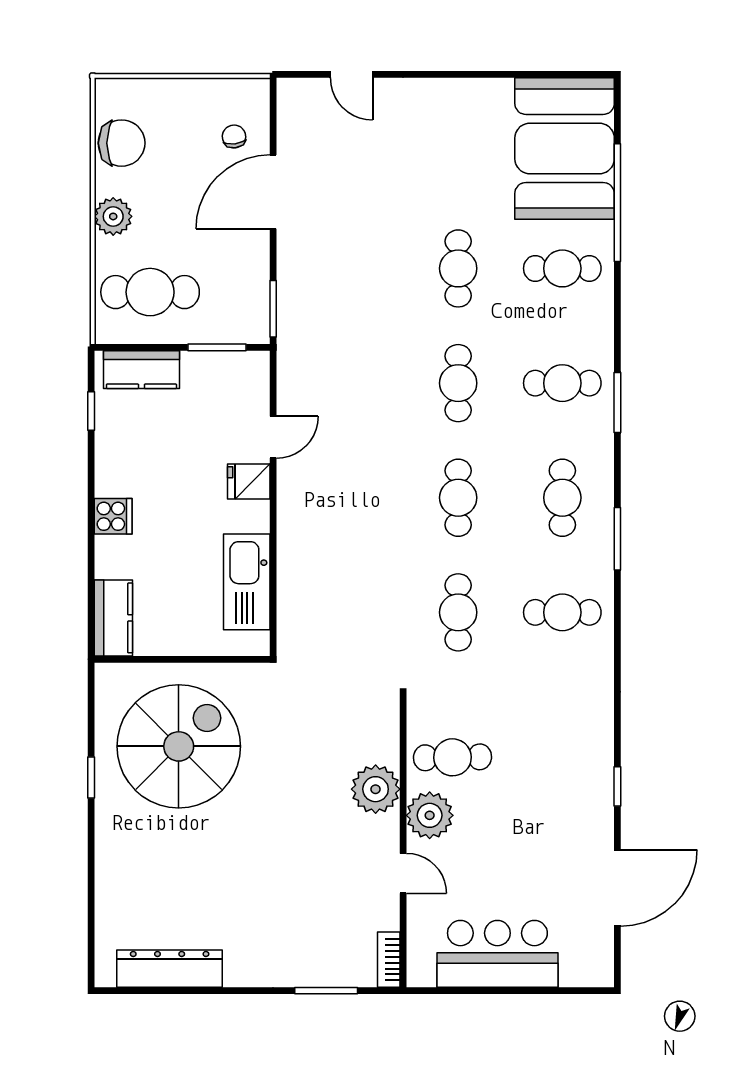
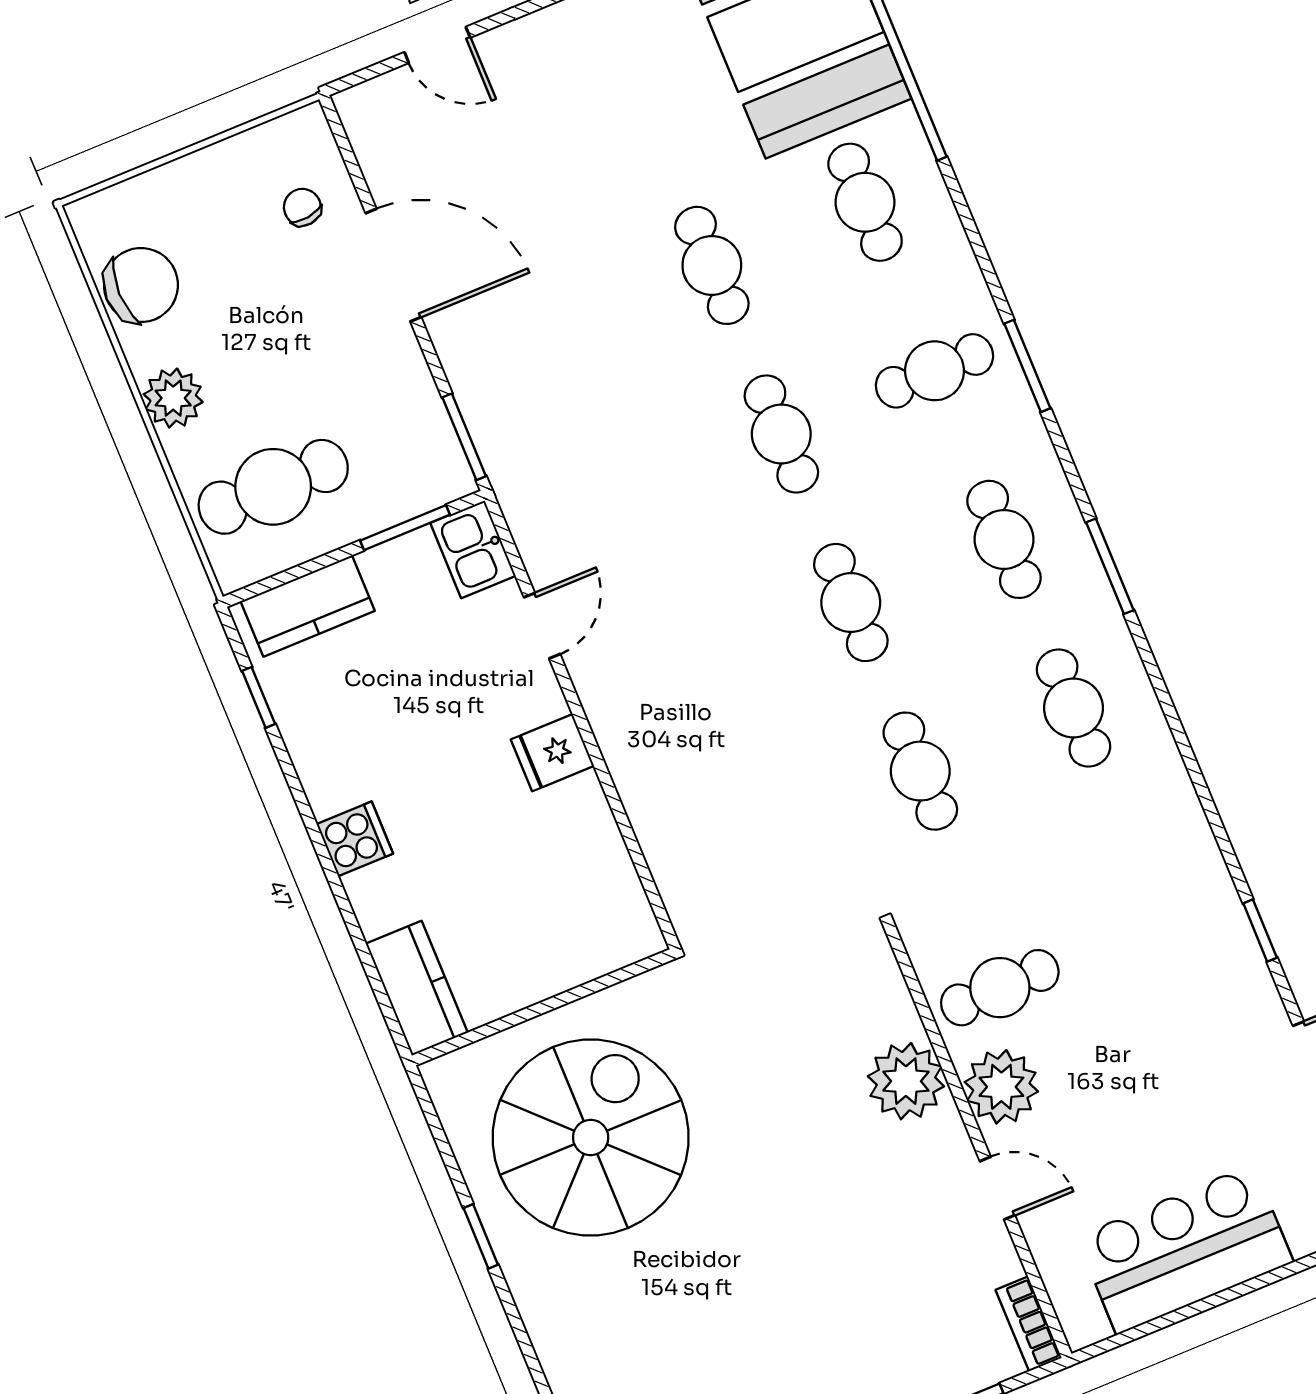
door: (273, 192) -> (393, 265), swing flipped
cafe table: (562, 268) -> (865, 202), turned 90
fridge: (249, 482) -> (552, 753), moved
kitchen sink: (247, 582) -> (473, 549), moved, width x0.53, depth x0.81
cafe table: (562, 612) -> (1073, 708), turned 90

